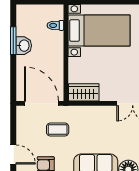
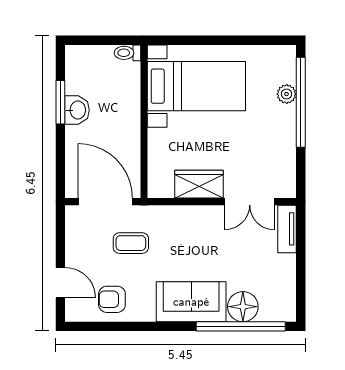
toilet: (55, 25) -> (127, 53), moved
wardrobe: (84, 92) -> (199, 184), moved

